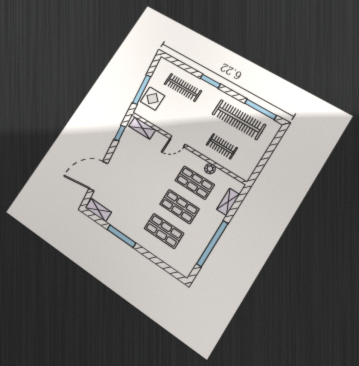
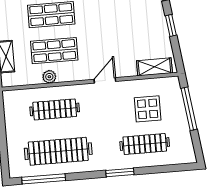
display table: (153, 99) -> (148, 109), moved
window: (120, 133) -> (171, 25), moved
clothes rail: (222, 146) -> (55, 109), width x1.36

